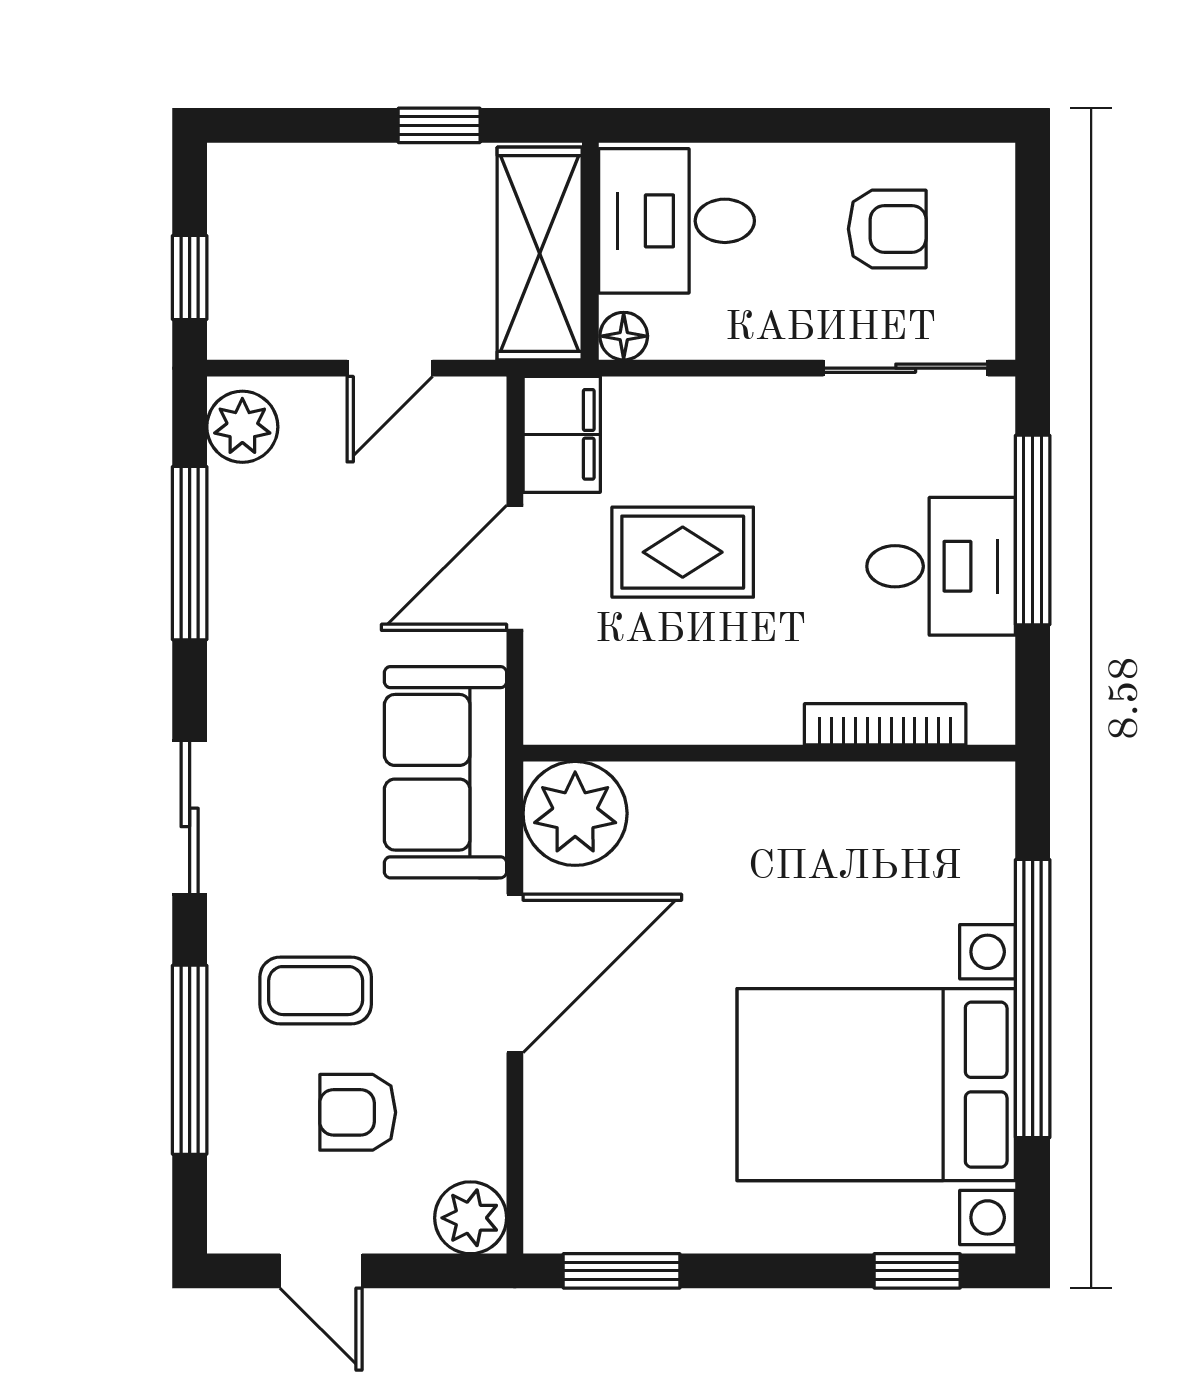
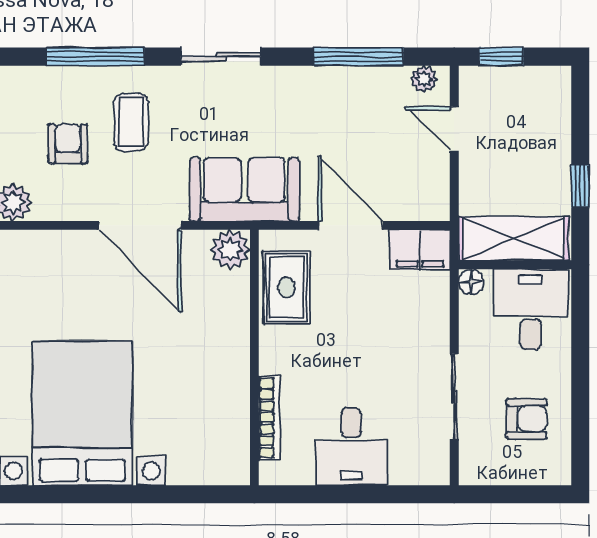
armchair: (887, 229) -> (526, 419), turned -90
door: (390, 368) -> (454, 129), moved
sliding door: (906, 368) -> (454, 397), moved
plant: (242, 427) -> (424, 79), width x0.73, depth x0.73
window: (1033, 530) -> (370, 494), removed
rug: (683, 552) -> (287, 287), moved
plant: (575, 813) -> (230, 250), width x0.73, depth x0.73
window: (1033, 999) -> (127, 494), removed

